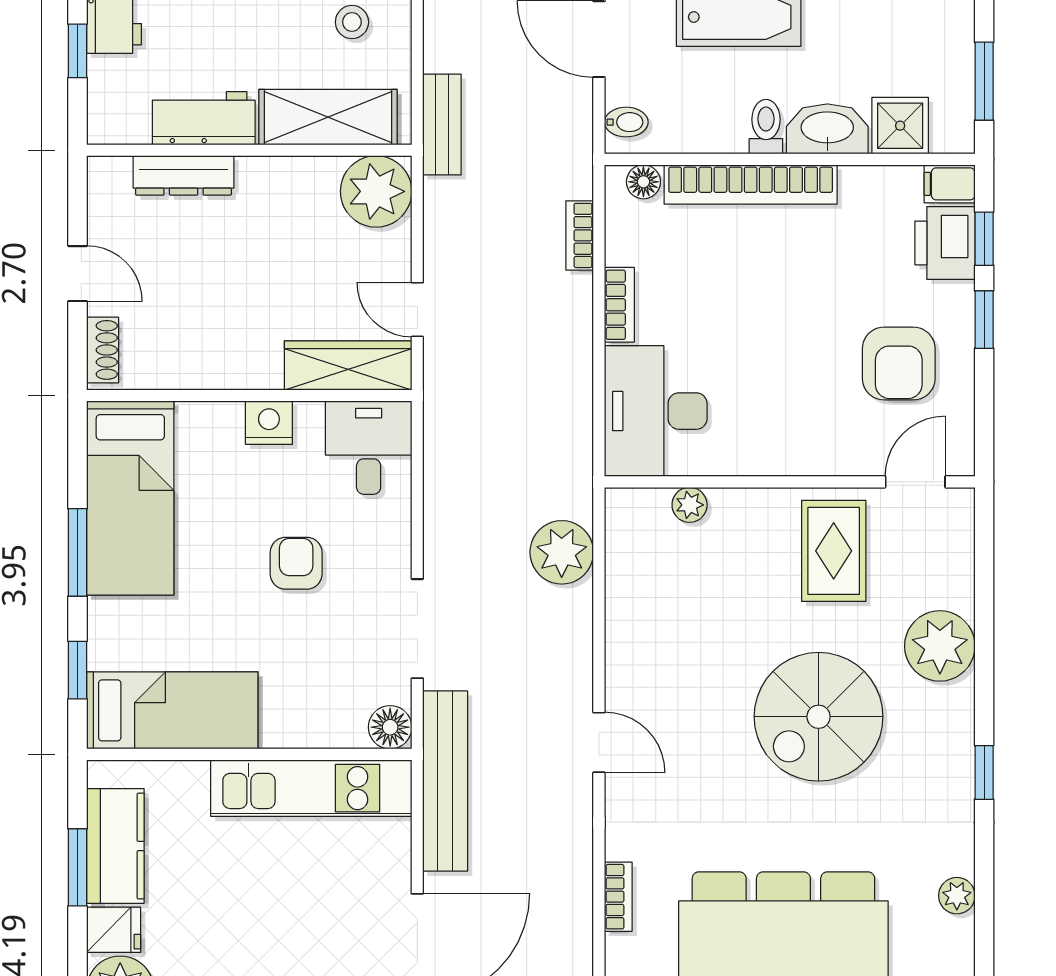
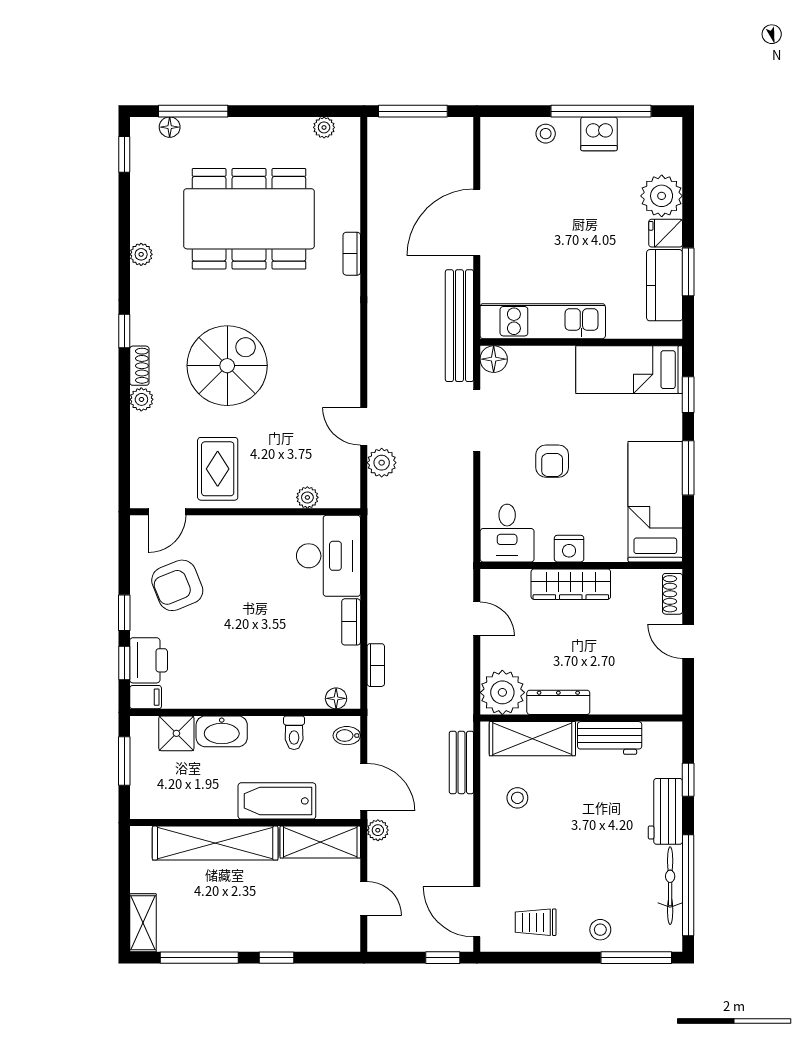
bench: (442, 125) -> (461, 762), moved
toilet: (766, 127) -> (294, 733), moved
dresser: (184, 175) -> (558, 702), moved
bookcase: (751, 184) -> (269, 697), removed
armchair: (899, 364) -> (177, 585), turned -112
wardrobe: (348, 365) -> (571, 584), moved
plant: (562, 552) -> (382, 463), width x0.73, depth x0.73
plant: (940, 646) -> (141, 399), width x0.53, depth x0.53
shoe rack: (960, 717) -> (139, 366), added
door: (599, 742) -> (364, 426), moved

